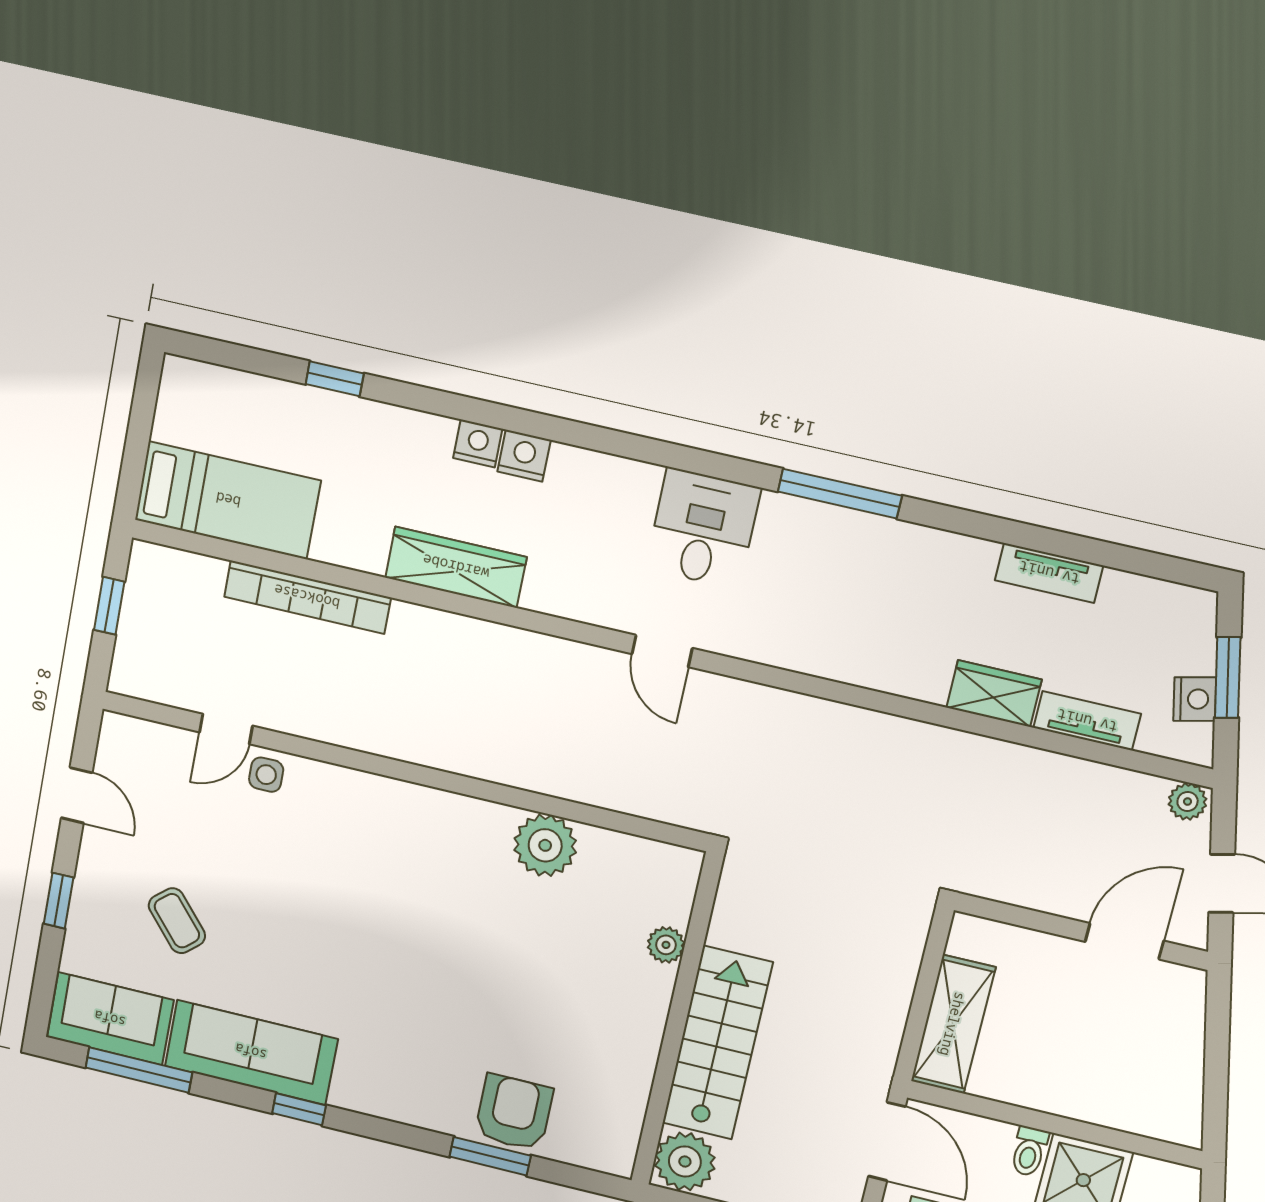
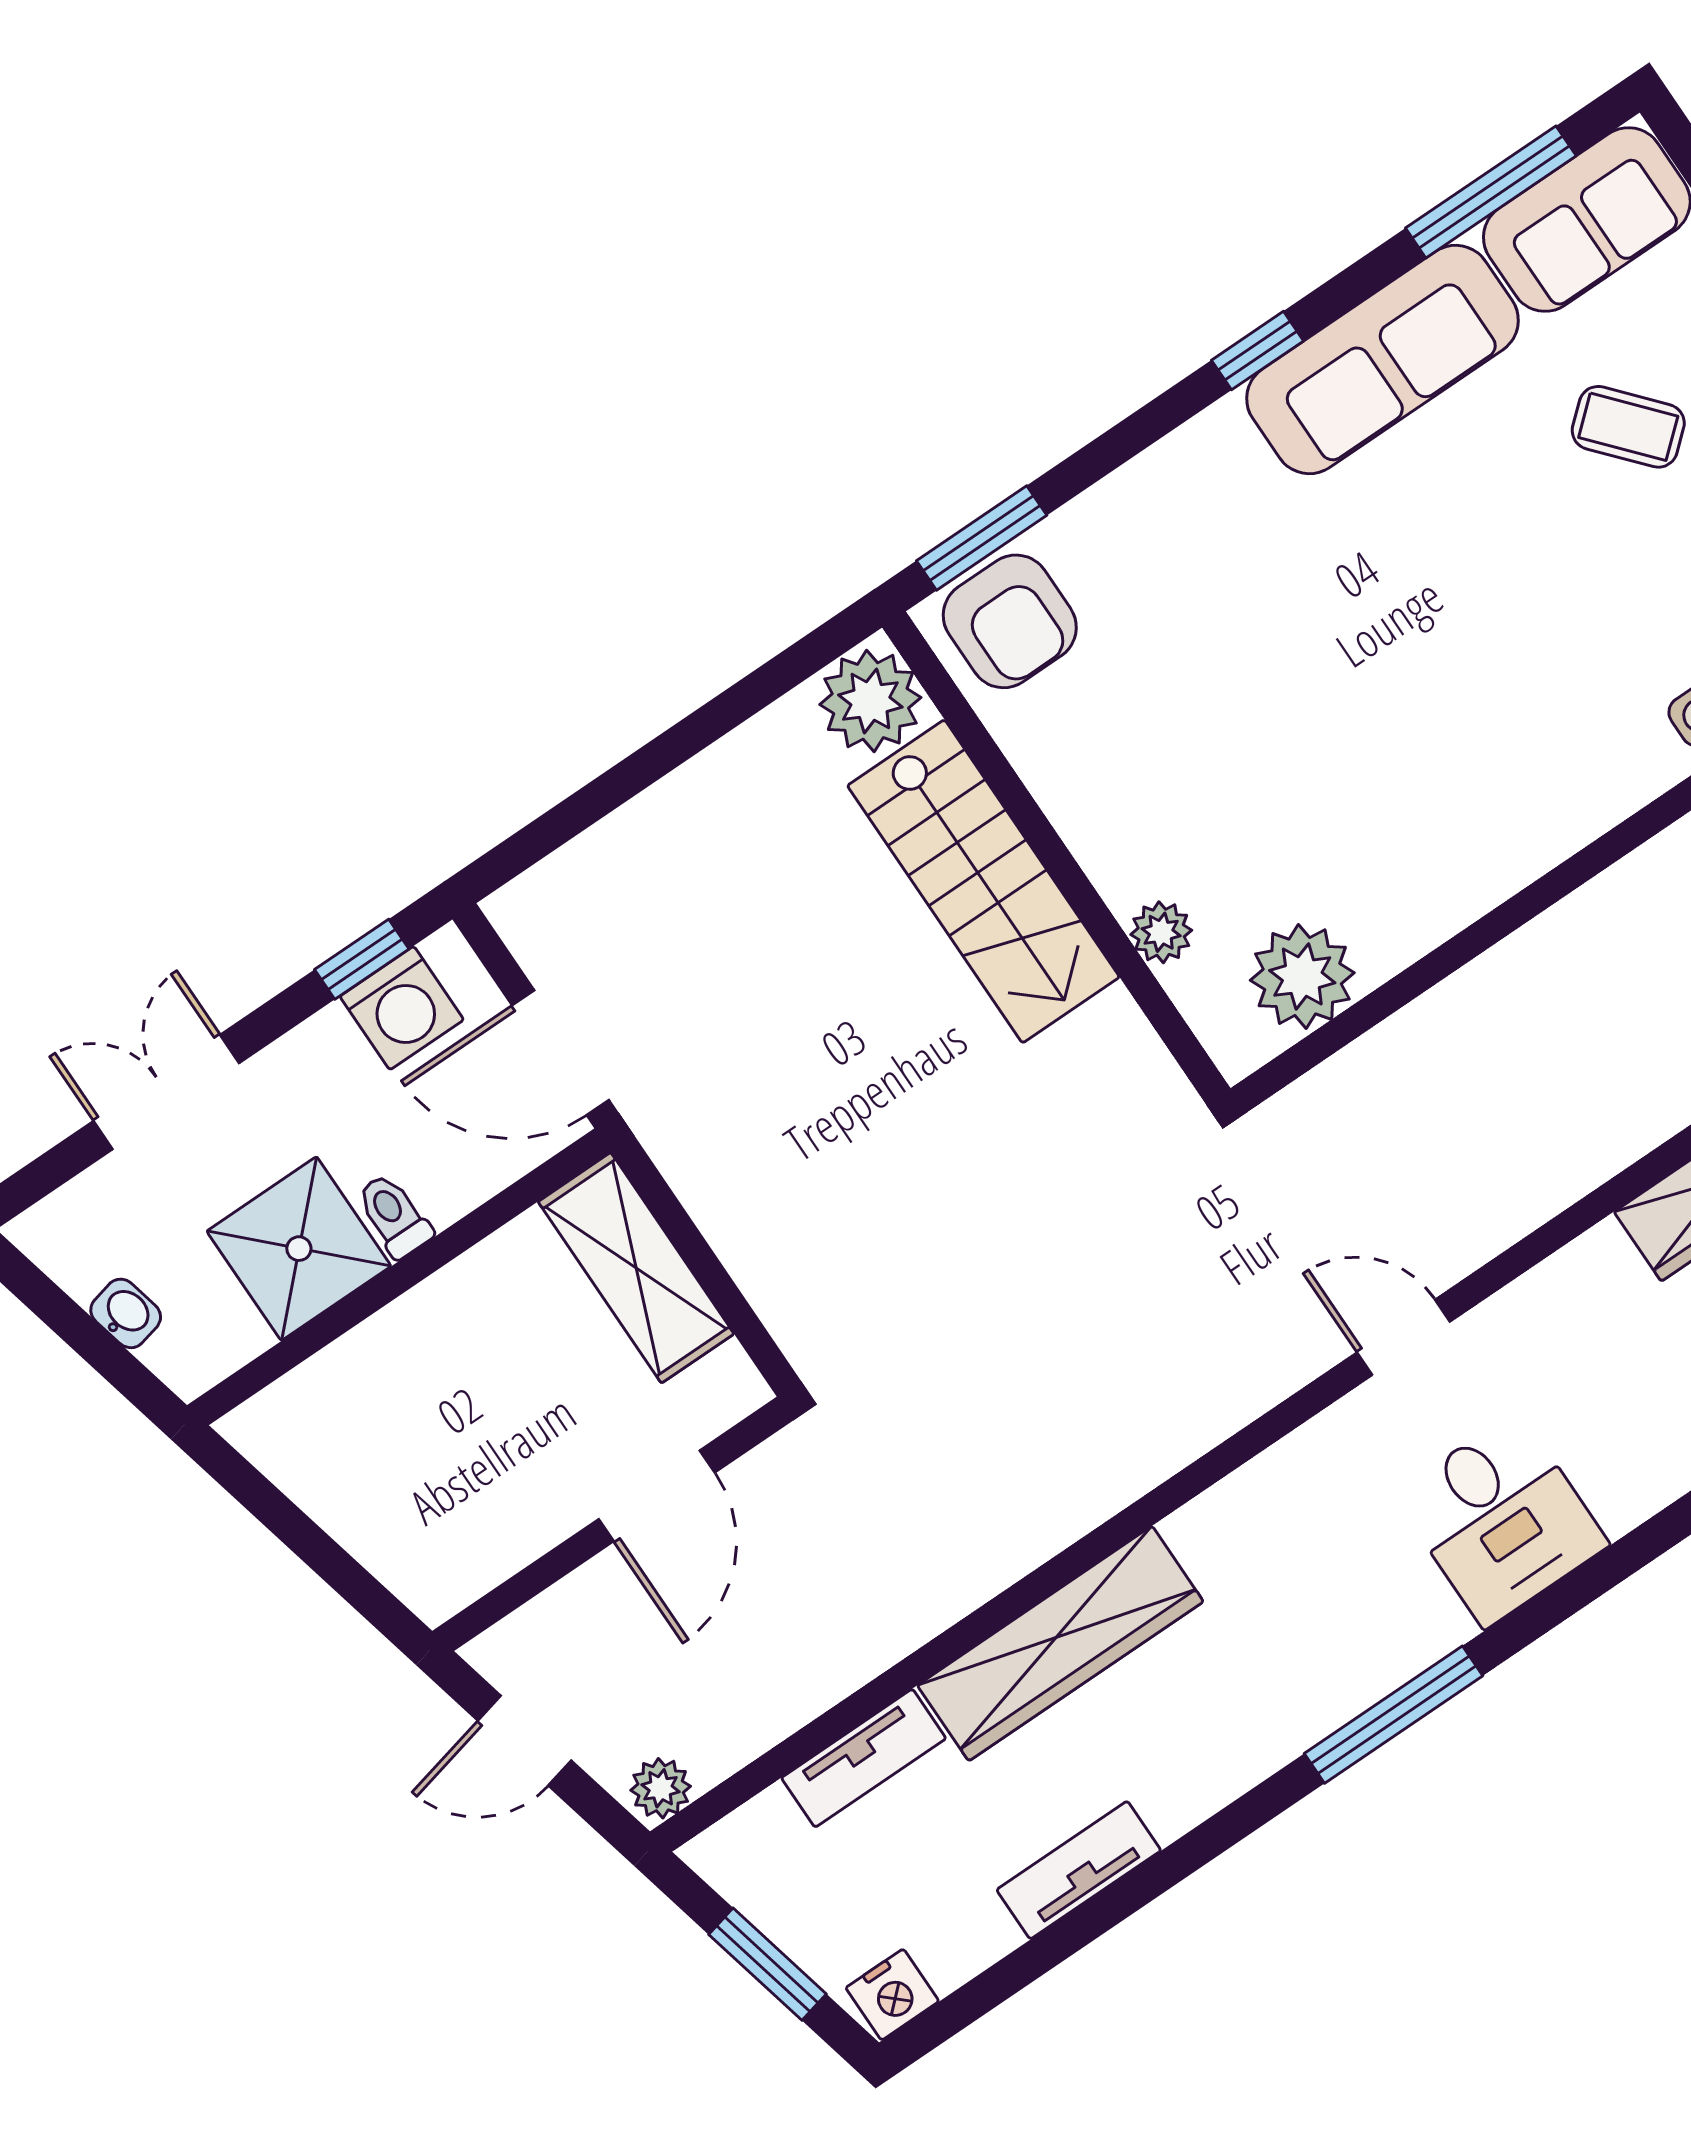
wardrobe: (994, 694) -> (1060, 1643), width x2.10, depth x1.17
nightstand: (1195, 699) -> (892, 1995), moved, turned -77
door: (1124, 941) -> (657, 1496), moved
plant: (666, 945) -> (1161, 932), moved
wall: (677, 1020) -> (1056, 858), moved
stairs: (717, 1043) -> (983, 881), moved
plant: (685, 1162) -> (870, 701), moved

